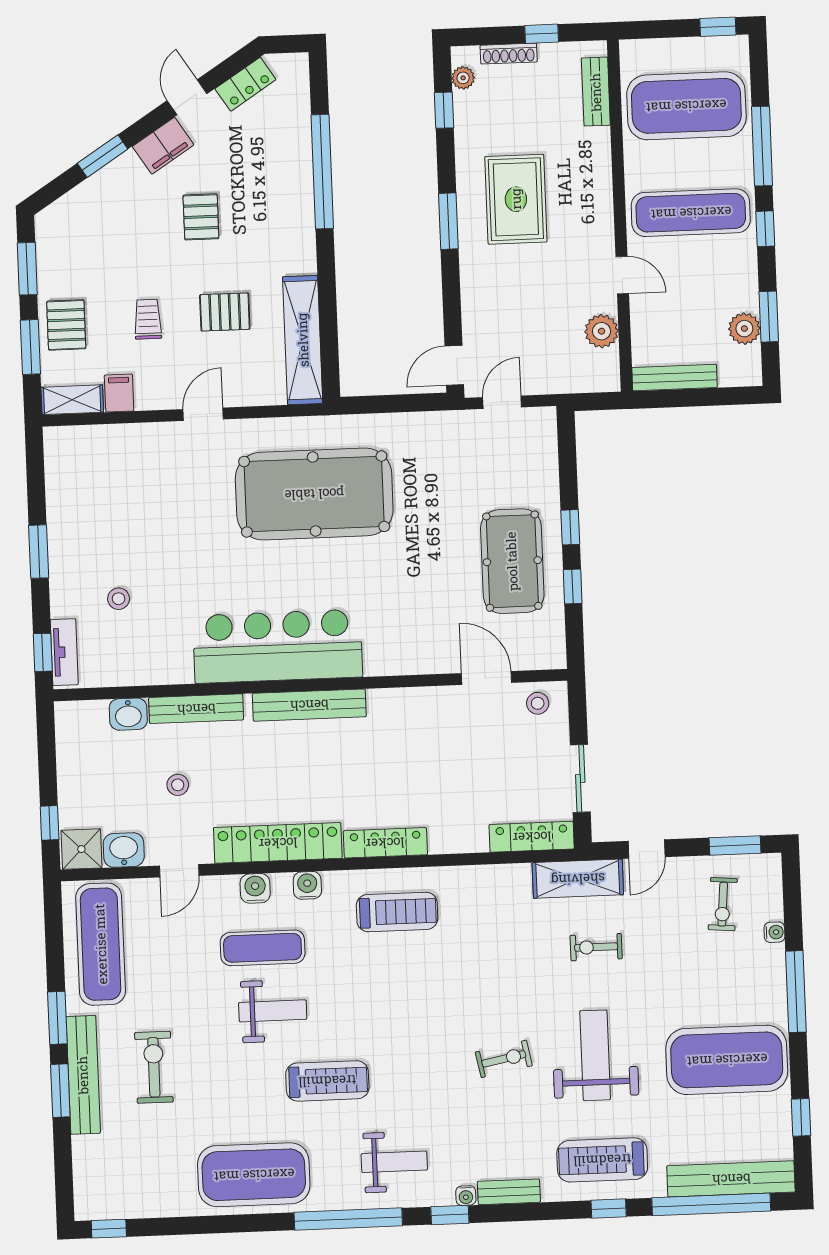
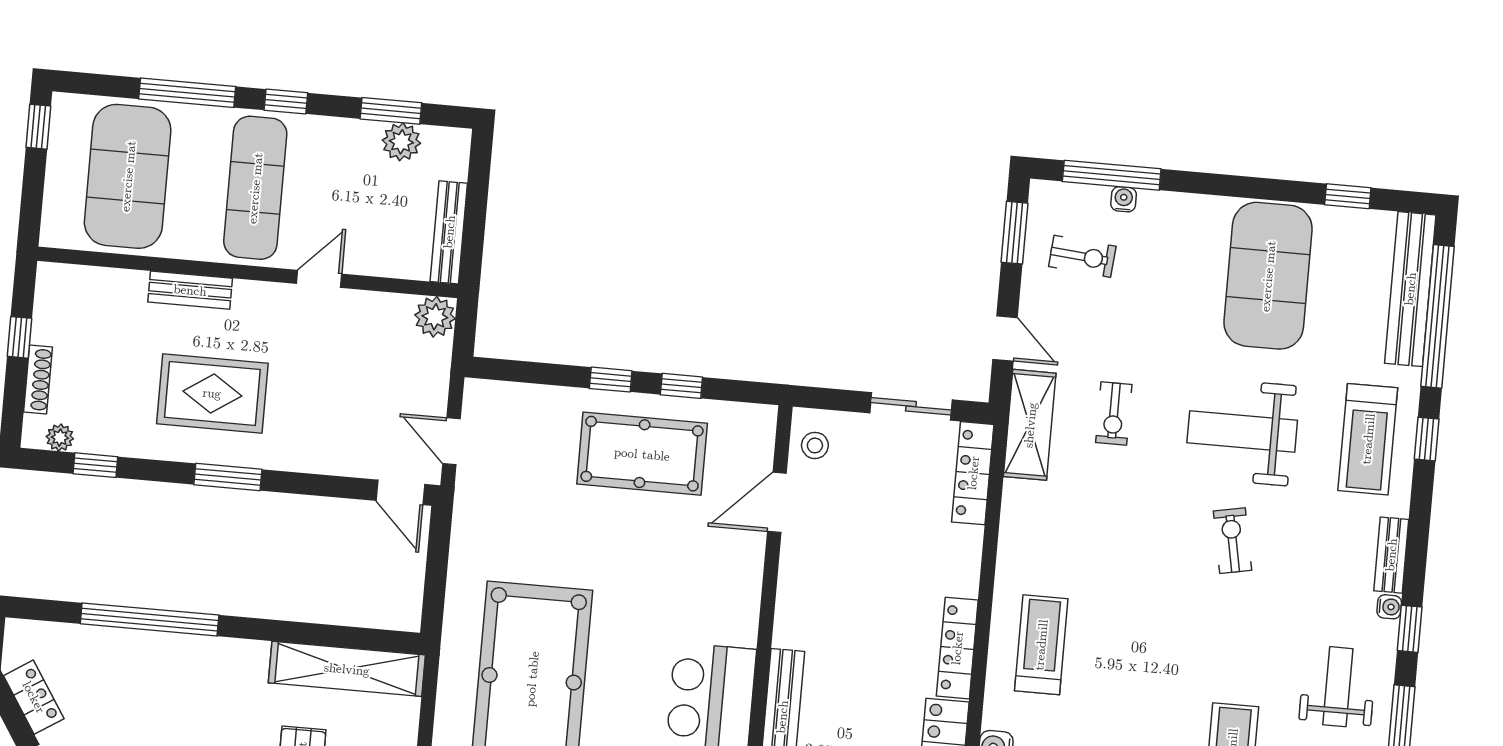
bench: (596, 92) -> (190, 290), moved
plant: (602, 331) -> (435, 317), moved
window: (796, 992) -> (1112, 175), moved

